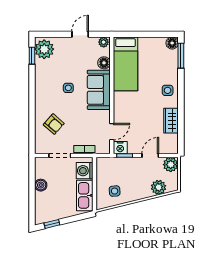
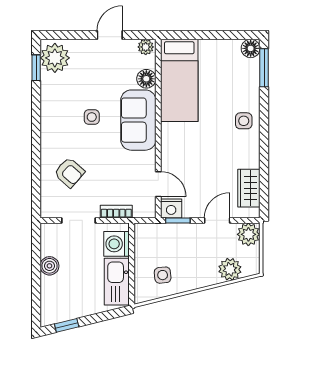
wardrobe: (171, 121) -> (249, 188), moved
door: (112, 132) -> (158, 184), hinge flipped

